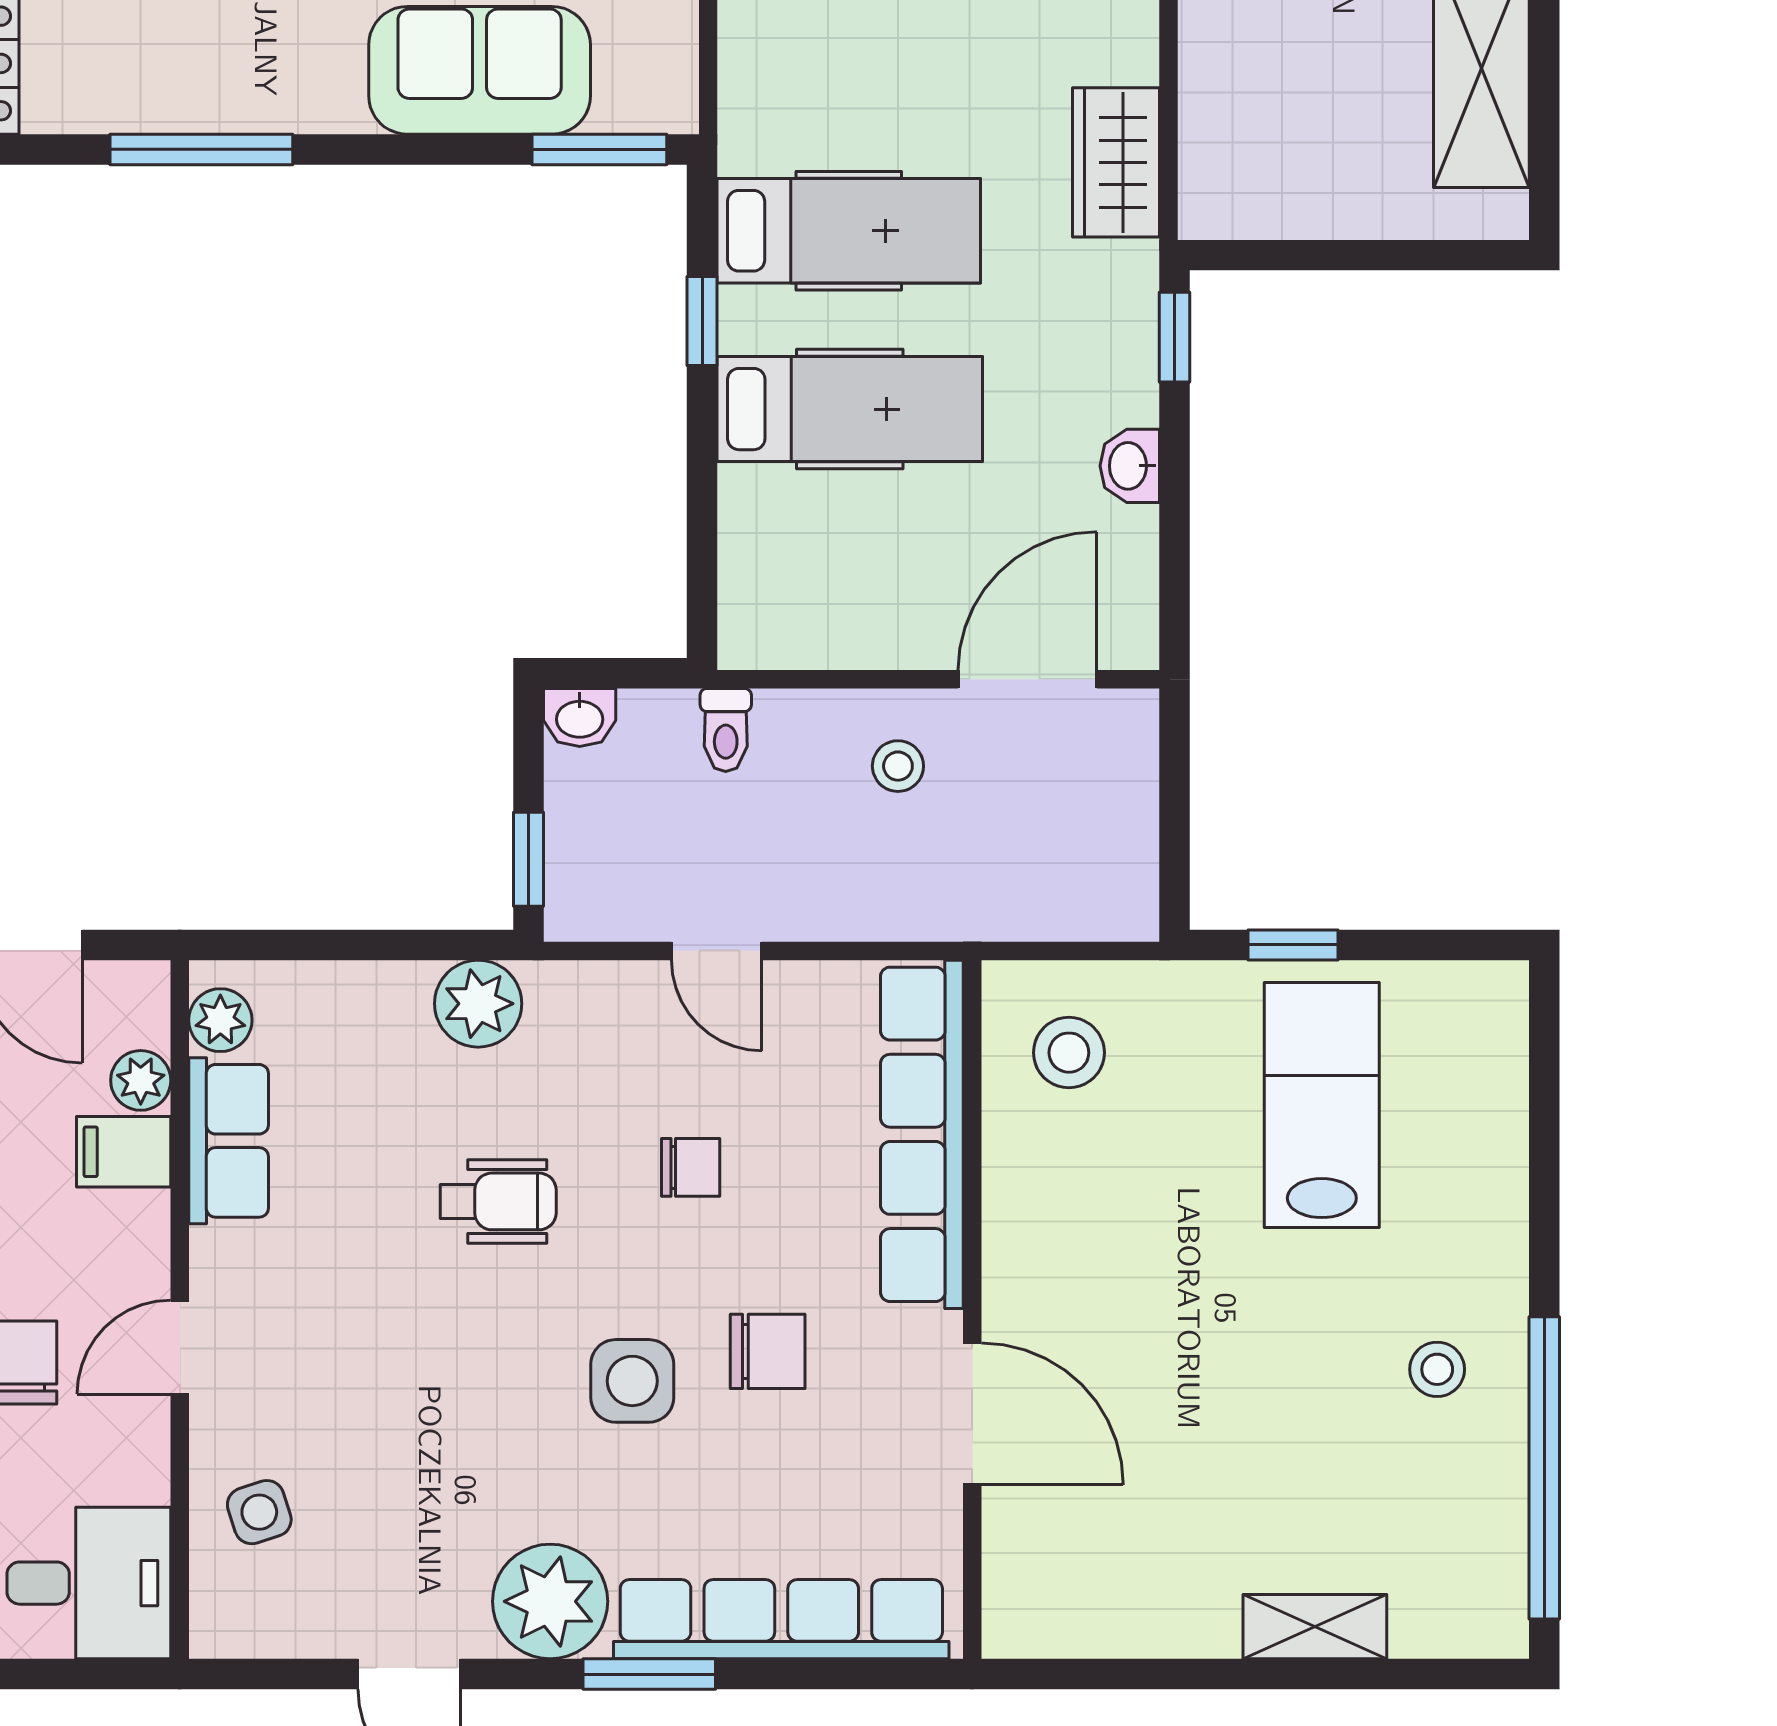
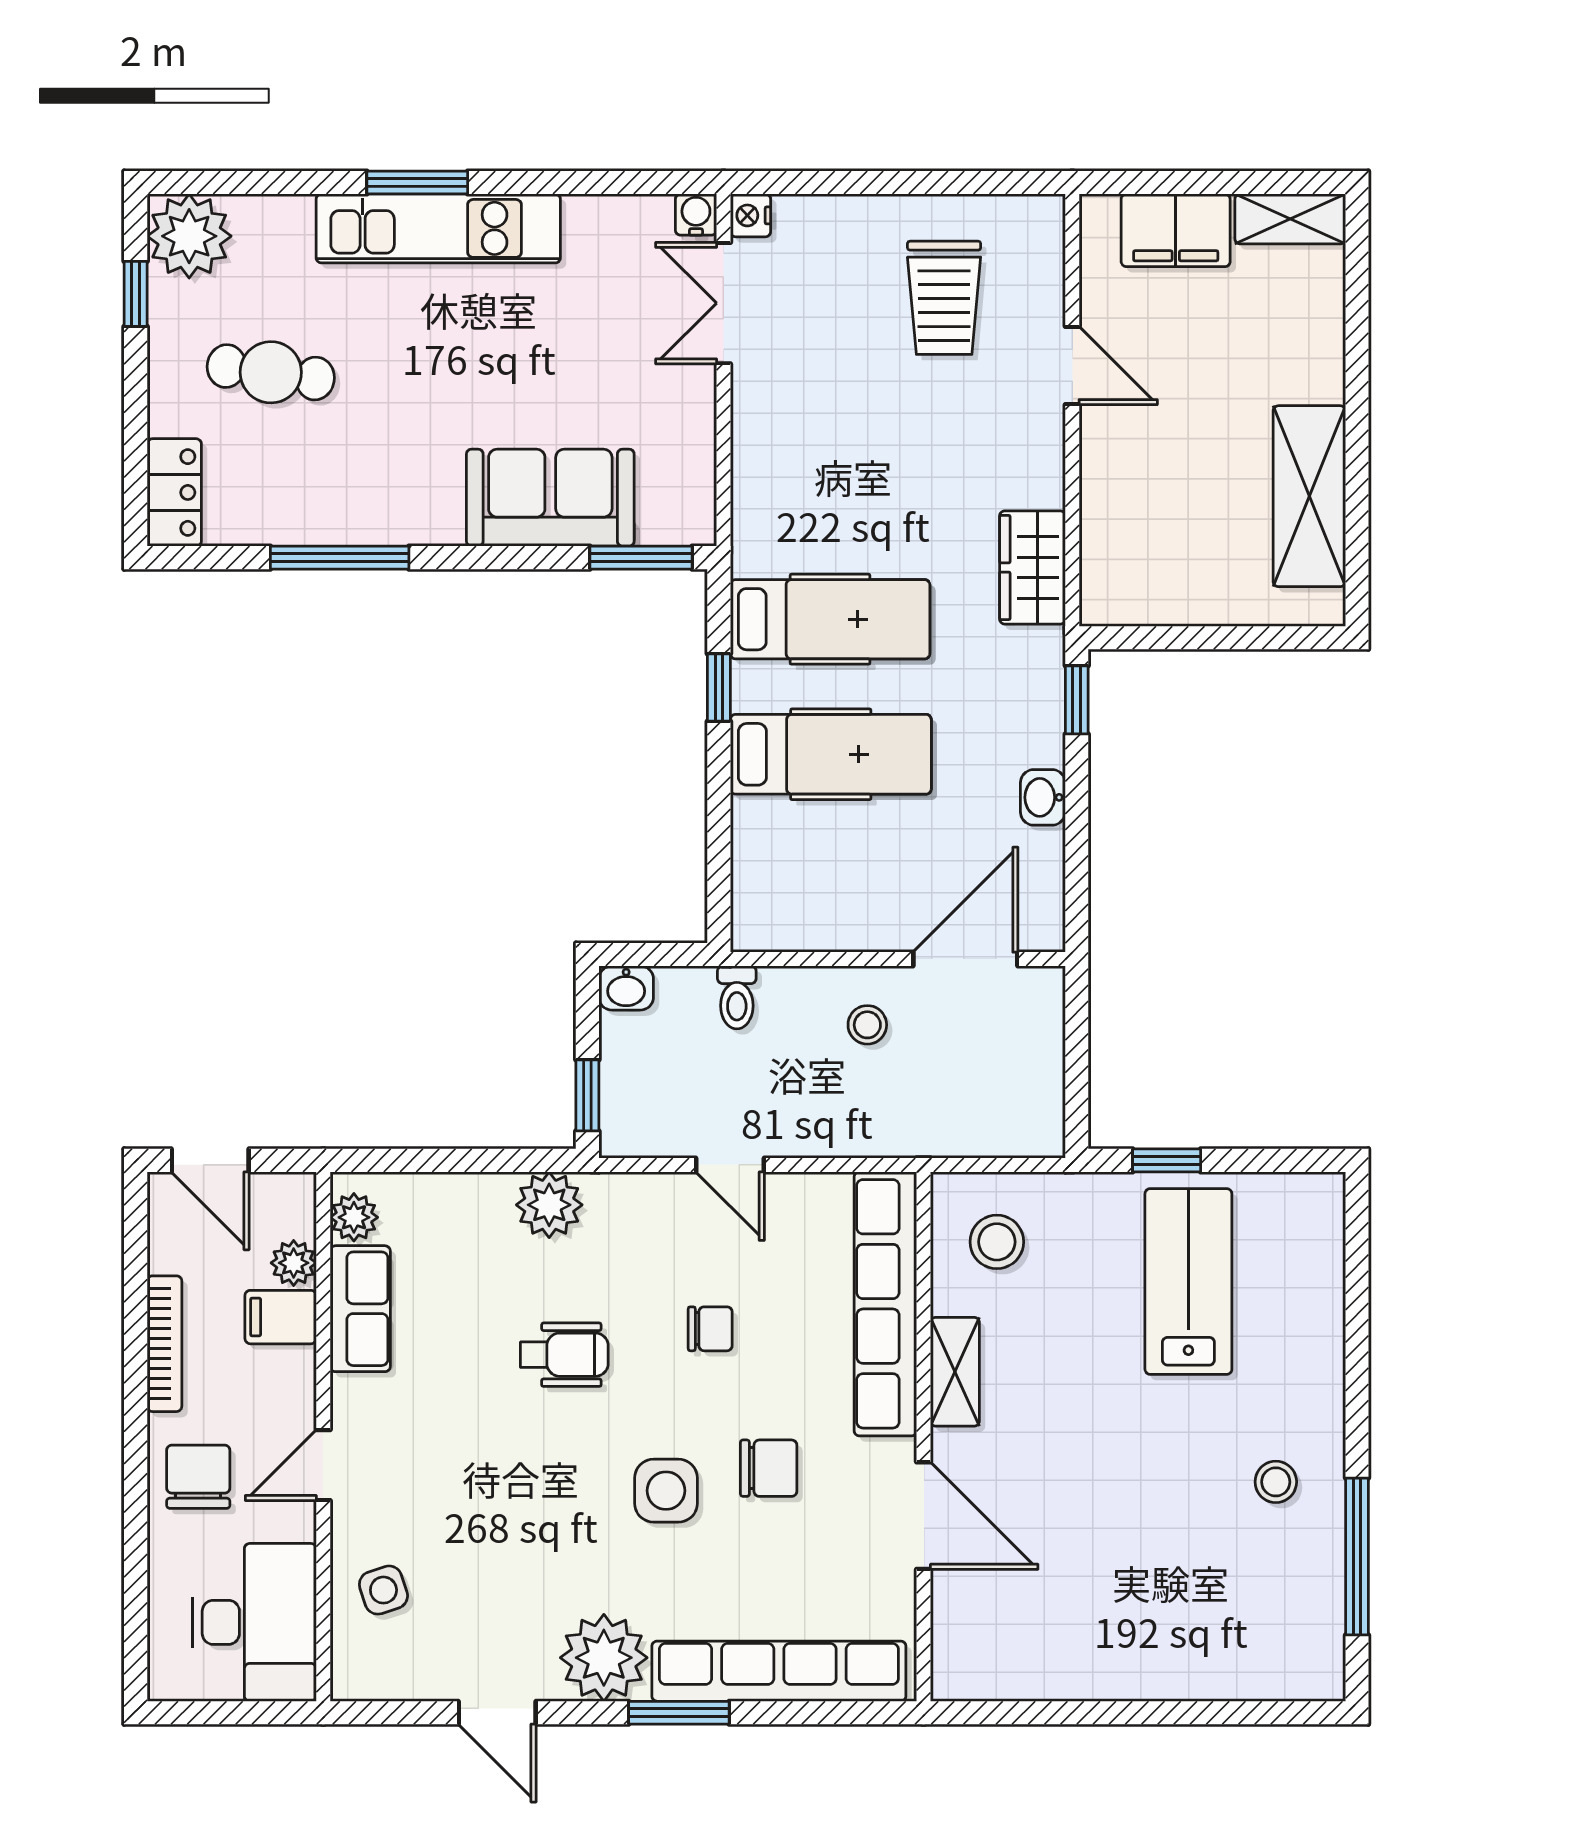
window: (1544, 1468) -> (1357, 1556), width x0.68
desk: (89, 1583) -> (254, 1622), width x1.37
shelving: (1315, 1627) -> (955, 1372), moved, turned 90

